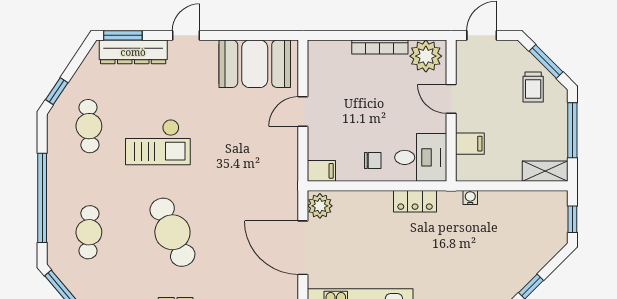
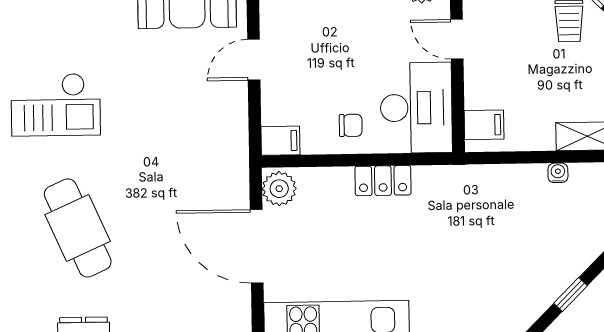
filing cabinet: (470, 144) -> (484, 125), moved
desk: (421, 157) -> (416, 108), width x1.37
water cooler: (470, 198) -> (558, 173), moved
locker: (415, 201) -> (383, 181), moved

